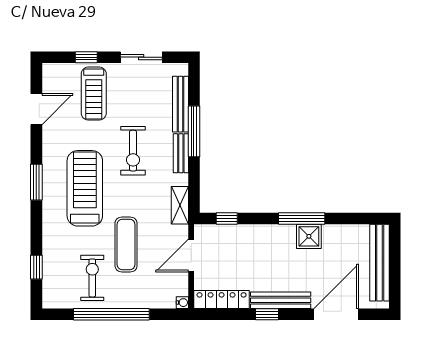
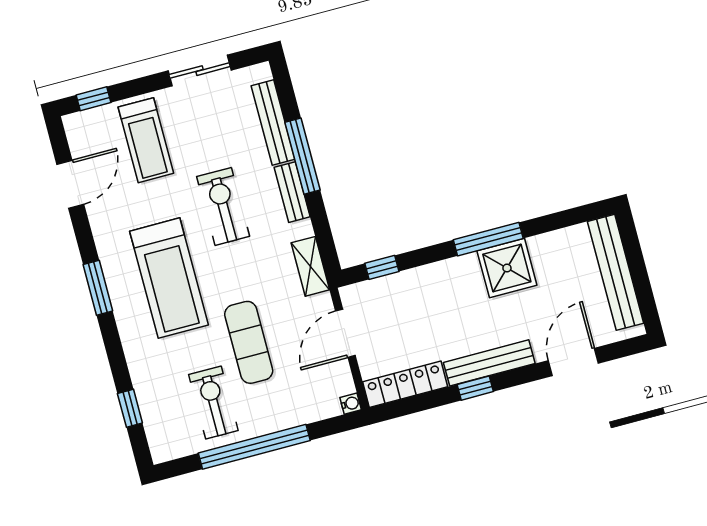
window: (86, 57) -> (94, 99), moved
exercise bike: (133, 151) -> (223, 206), turned 180
treadmill: (85, 188) -> (169, 278), turned 180
shower: (309, 236) -> (507, 268), width x1.36, depth x1.36
door: (336, 314) -> (573, 362), width x0.73

